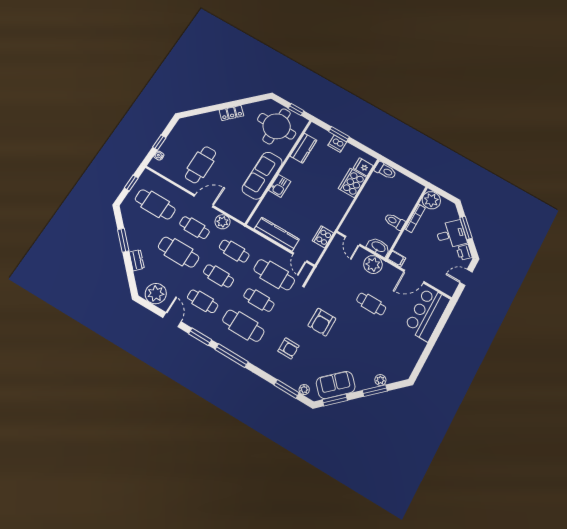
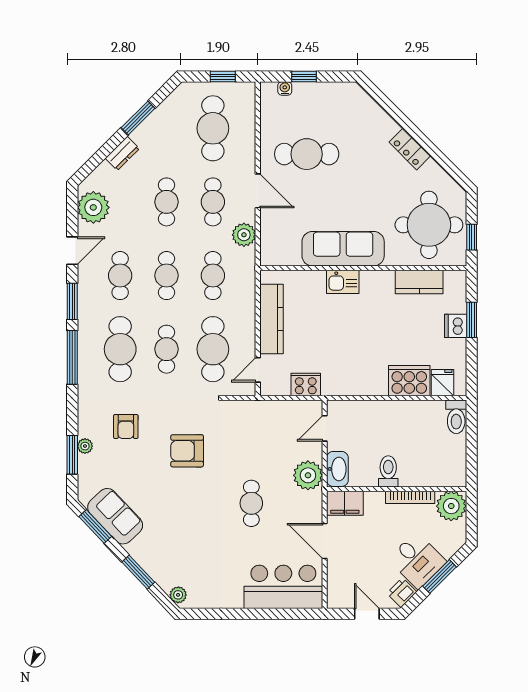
cafe table: (179, 252) -> (167, 202), width x0.73, depth x0.74
filing cabinet: (397, 259) -> (345, 503), width x2.00
plant: (380, 380) -> (178, 595), moved
plant: (304, 390) -> (85, 446), moved

